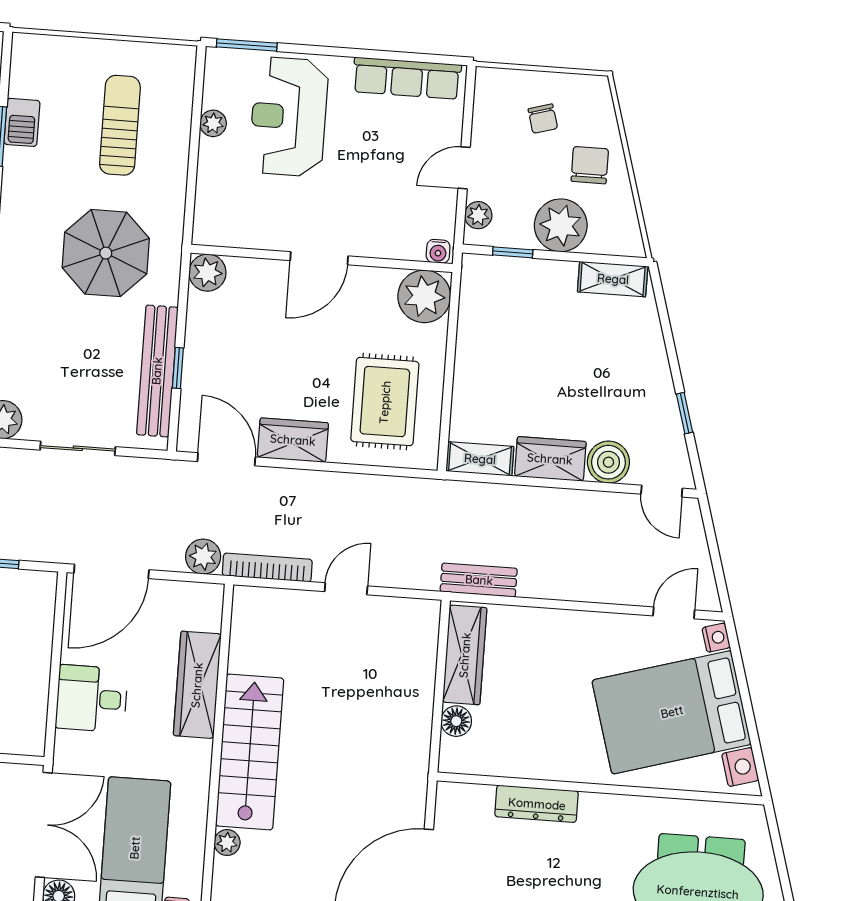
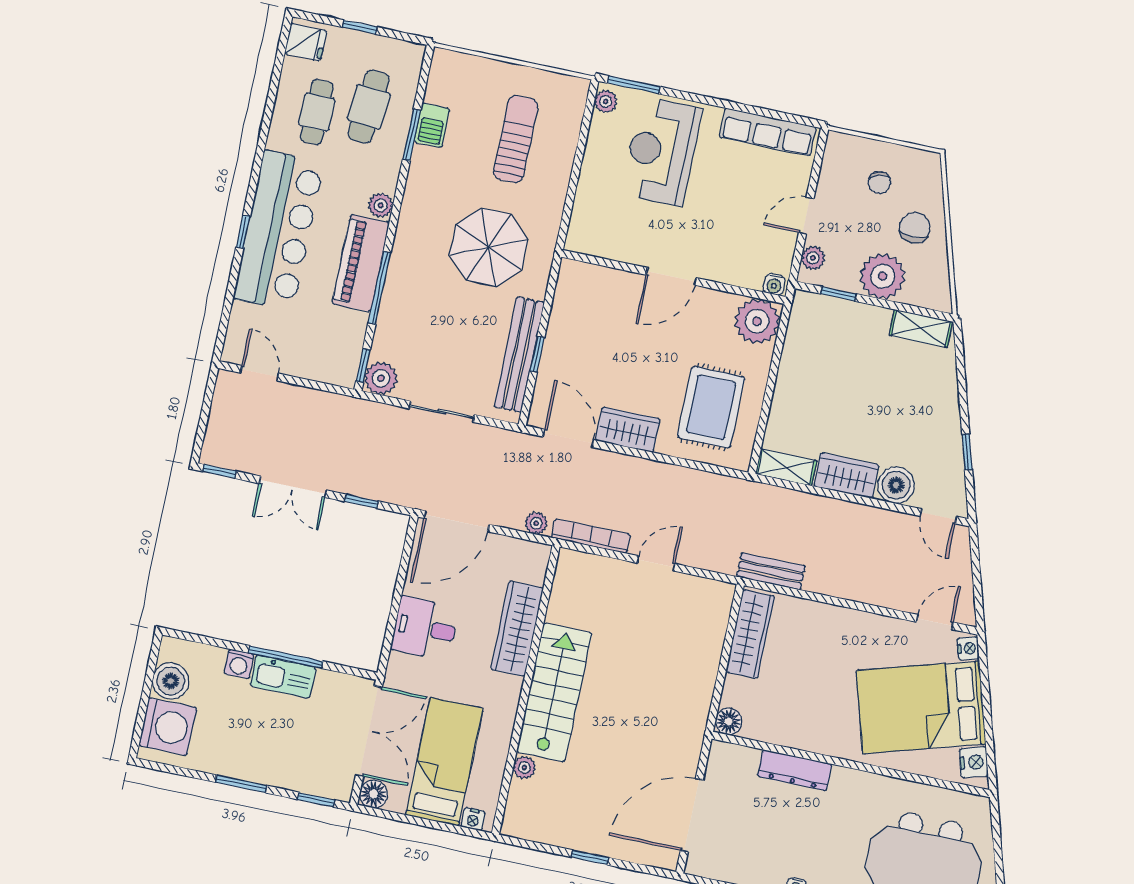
plant: (213, 123) -> (606, 101), moved
plant: (207, 273) -> (574, 276), removed
plant: (203, 557) -> (536, 523), width x0.73, depth x0.73
floor lamp: (456, 721) -> (729, 721), moved

